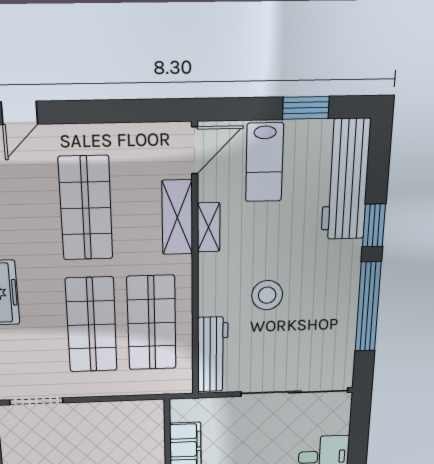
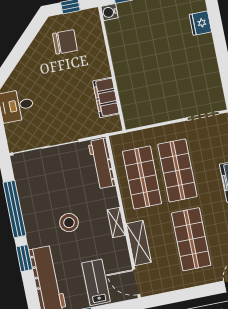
door: (195, 150) -> (136, 282), hinge flipped
shelving: (209, 227) -> (116, 222), moved
stool: (267, 295) -> (69, 223), moved

